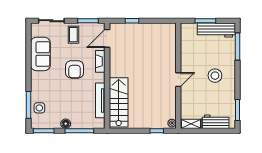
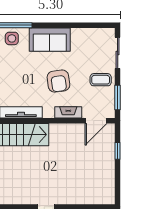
door: (107, 38) -> (96, 121), swing flipped
sofa: (40, 54) -> (50, 40), moved
armchair: (75, 69) -> (58, 81), turned -98

